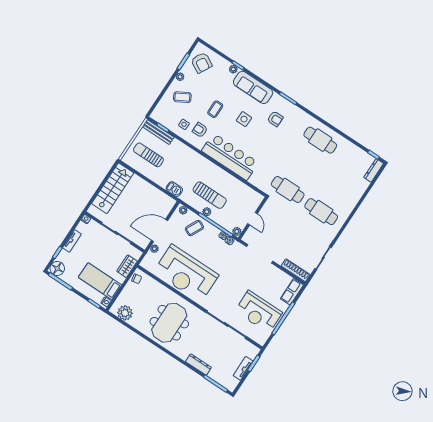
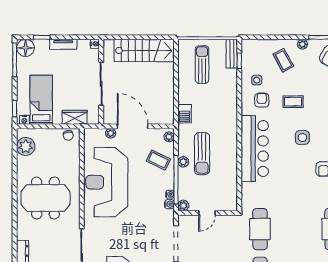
bench: (158, 132) -> (232, 54), width x0.73

